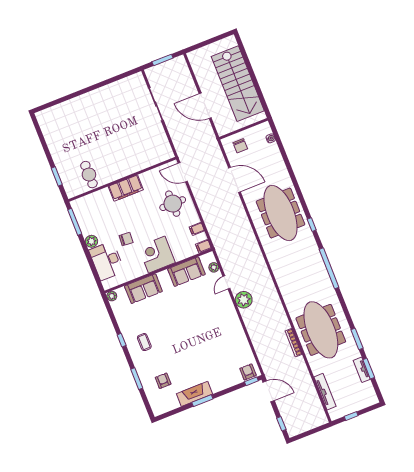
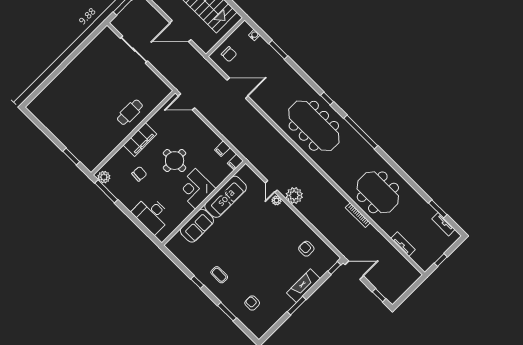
cafe table: (89, 175) -> (130, 112), moved, turned 90
round table: (173, 204) -> (175, 161), moved
meeting table: (281, 213) -> (314, 126), moved
chair: (126, 239) -> (139, 174), moved
plant: (91, 241) -> (104, 177), moved
plant: (214, 267) -> (276, 200), moved
sofa: (186, 272) -> (226, 197), width x1.36
plant: (112, 296) -> (171, 245), removed
meeting table: (321, 330) -> (378, 192), width x0.73
window: (357, 339) -> (278, 50), moved
tv unit: (362, 370) -> (443, 224), moved
armchair: (248, 372) -> (306, 249), moved
tv unit: (325, 392) -> (403, 244), width x0.71
fireplace: (195, 394) -> (303, 286), moved

